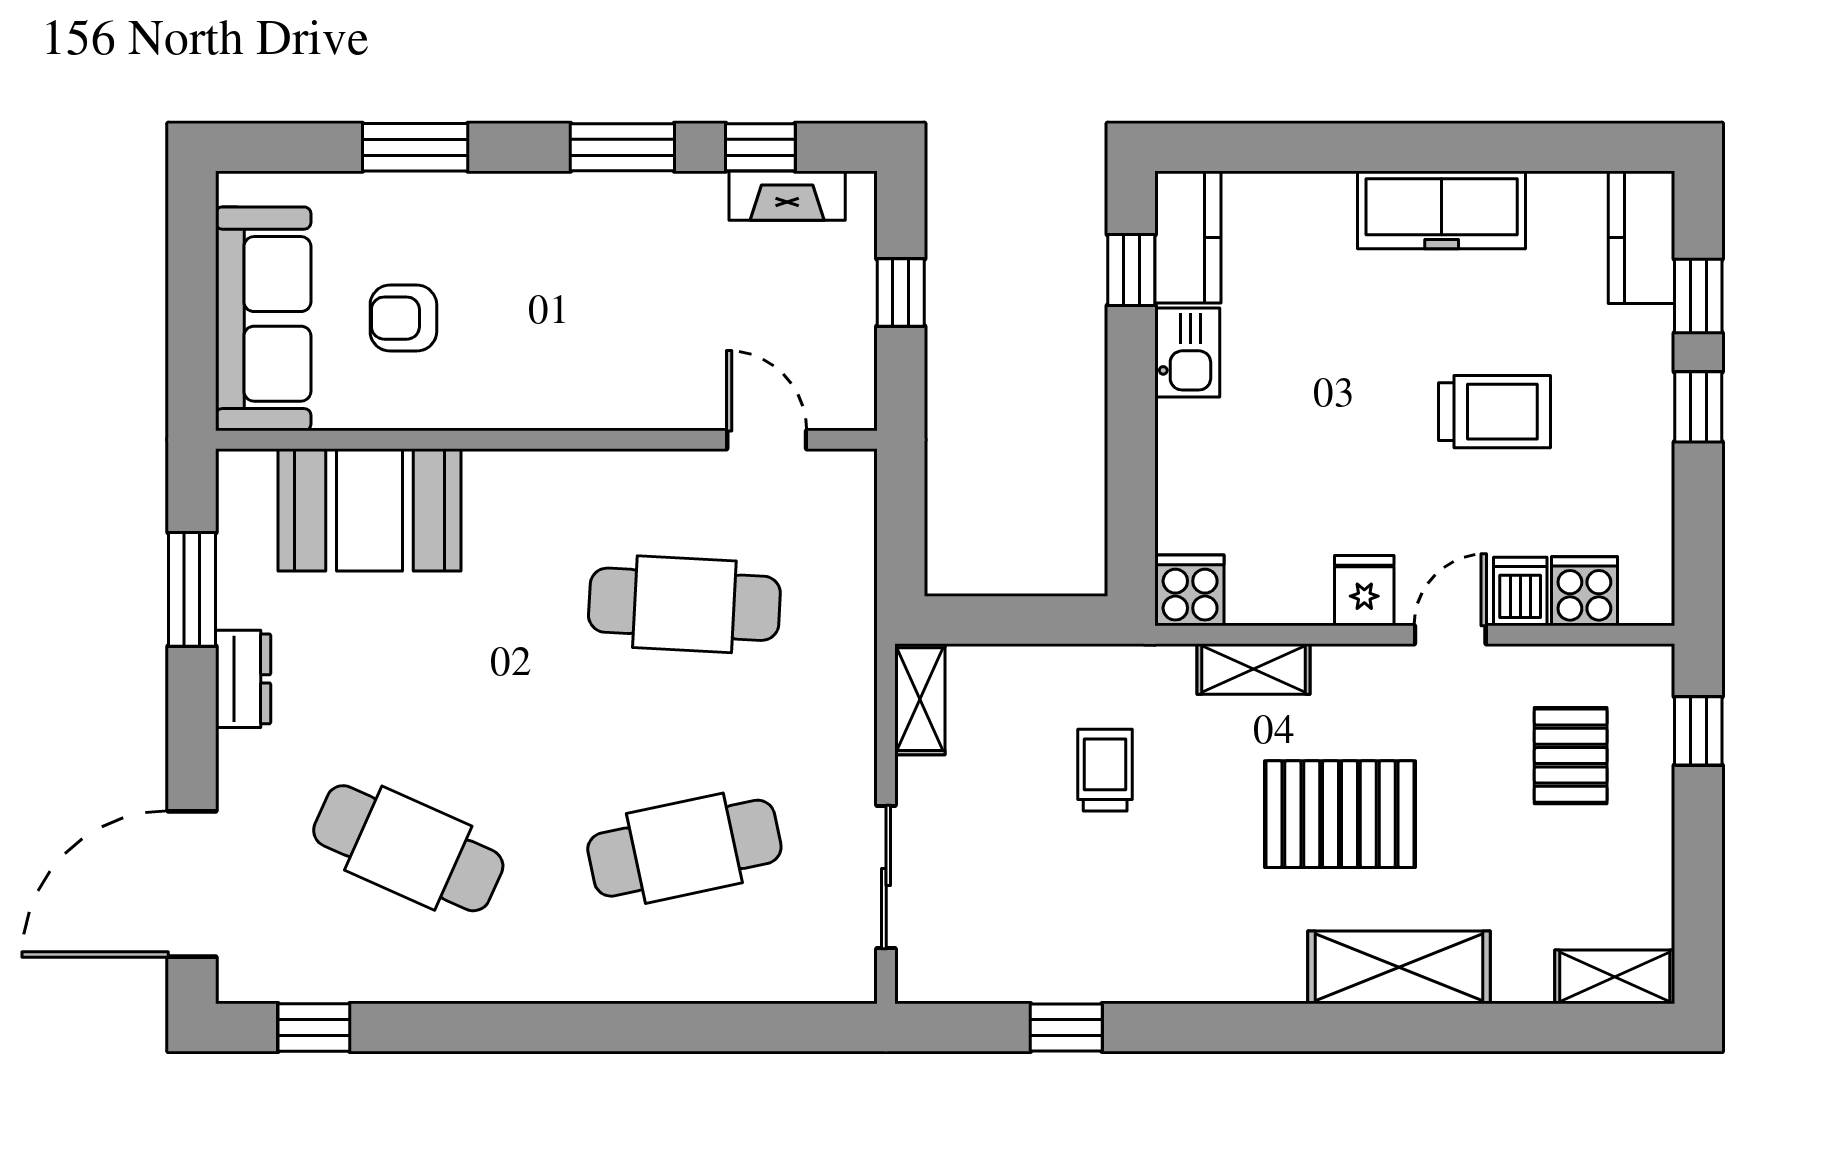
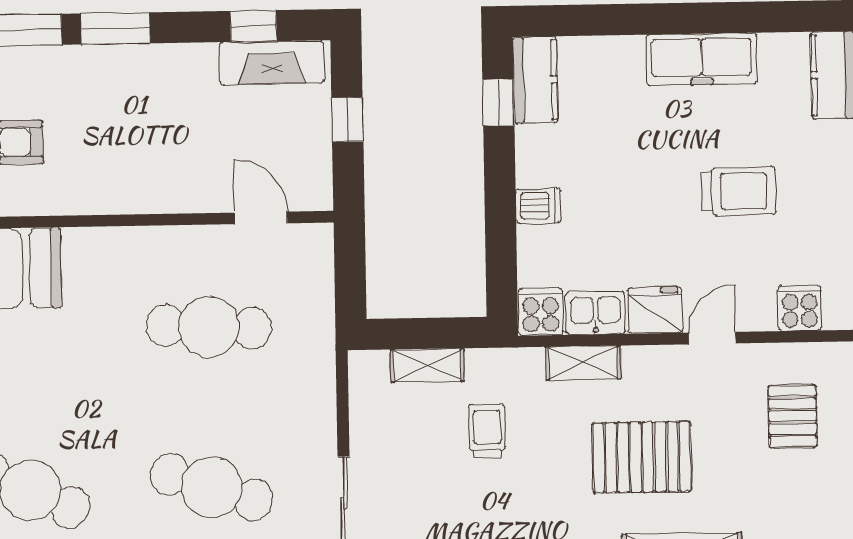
window: (622, 147) -> (116, 28), moved
fireplace: (787, 196) -> (272, 63), width x1.37, depth x1.32
kitchen sink: (1187, 353) -> (595, 313), moved, turned -90
fridge: (1364, 591) -> (655, 310), width x1.38
dishwasher: (1520, 591) -> (538, 206), moved, turned 90
shelving: (920, 699) -> (427, 365), moved, turned 90
cafe table: (684, 848) -> (212, 487), turned 30

